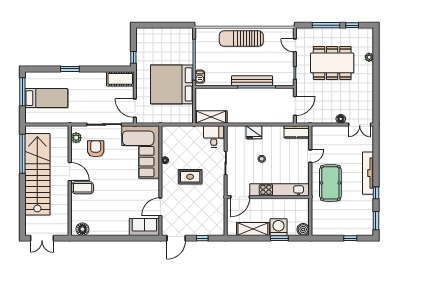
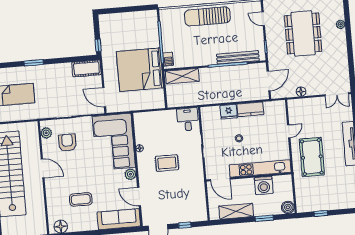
dining table: (332, 63) -> (303, 33), turned 90
bench: (252, 81) -> (238, 57), moved
shelving: (211, 117) -> (182, 76), moved
floor lamp: (341, 119) -> (301, 92), moved
kitchen counter: (297, 132) -> (250, 109), moved
plant: (154, 185) -> (130, 174), added
coffee table: (83, 188) -> (81, 199), moved
door: (240, 197) -> (220, 179), hinge flipped
door: (160, 207) -> (139, 197), hinge flipped
sofa: (144, 227) -> (119, 219), width x1.36
washing machine: (279, 227) -> (264, 185), moved, turned 180
window: (350, 238) -> (321, 213), moved

